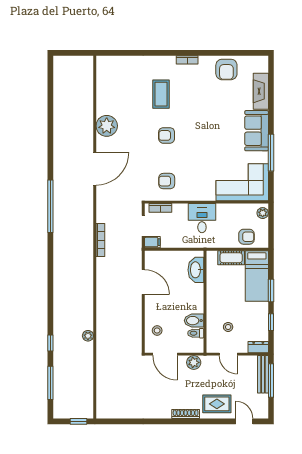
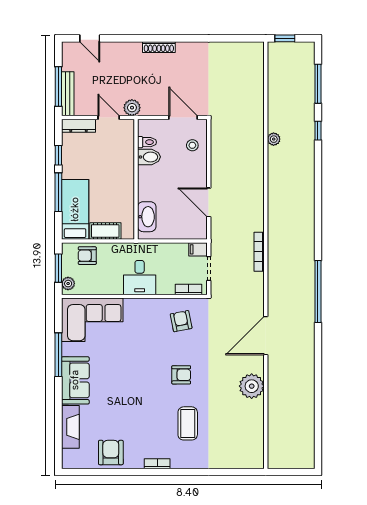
armchair: (167, 181) -> (181, 321), turned -101
window: (271, 226) -> (58, 268), added
window: (271, 291) -> (58, 192), width x1.44
stool: (228, 327) -> (109, 149), removed
dresser: (258, 347) -> (79, 126), width x1.44
plant: (194, 362) -> (132, 108), moved
rug: (217, 404) -> (122, 59), removed

